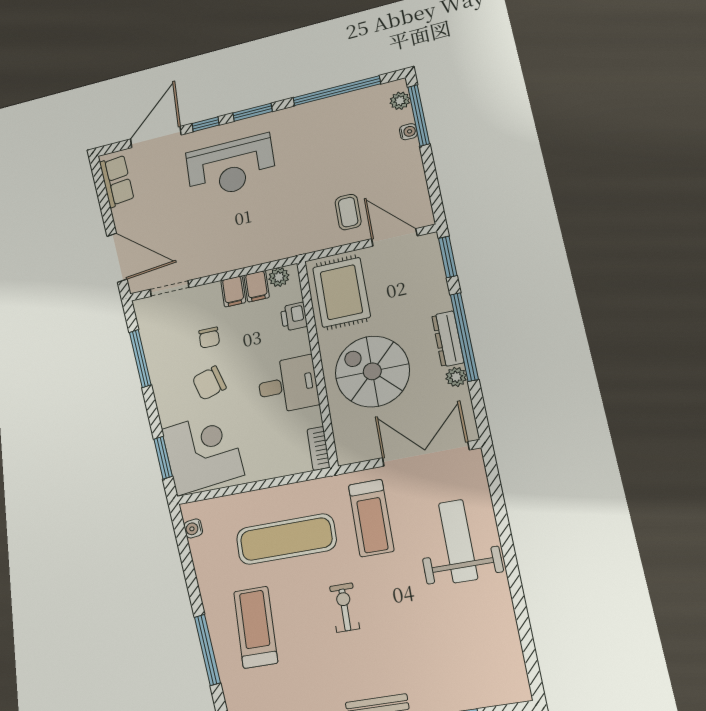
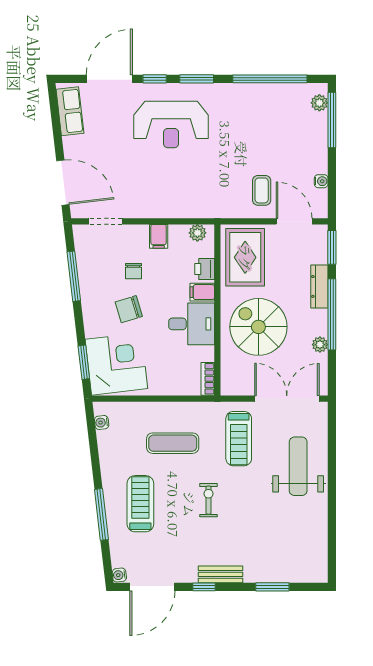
water cooler: (408, 132) -> (321, 181), moved
filing cabinet: (257, 286) -> (202, 292), moved, turned 90
dresser: (448, 339) -> (319, 286), moved
exercise mat: (286, 539) -> (173, 443), width x0.73, depth x0.69

